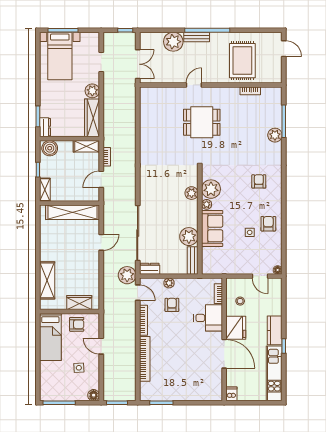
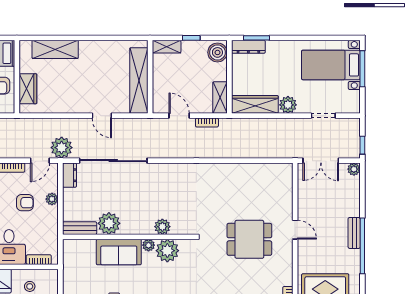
plant: (173, 42) -> (354, 169), moved, width x0.53, depth x0.53
dining table: (202, 122) -> (249, 239), turned 90
dresser: (45, 127) -> (248, 47), width x1.44

